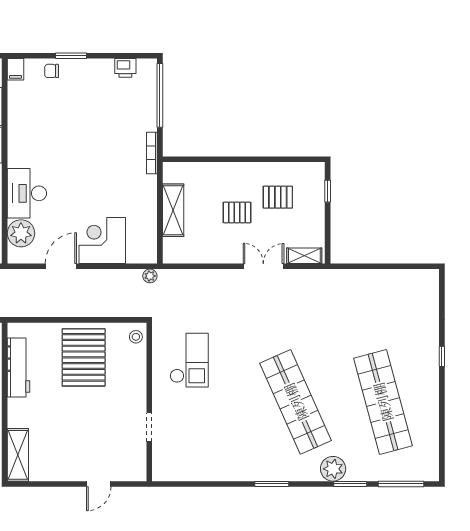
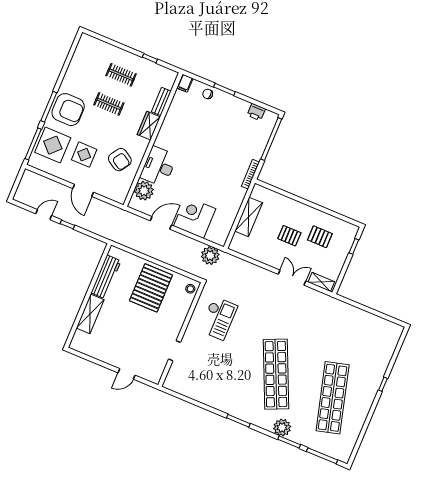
plant: (150, 276) -> (210, 256), width x1.87, depth x1.87
shelving: (18, 455) -> (90, 314), moved

